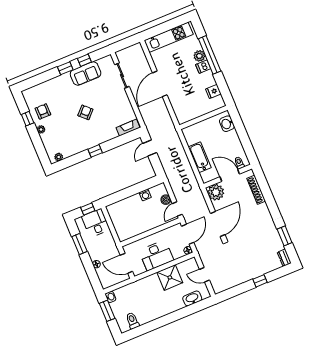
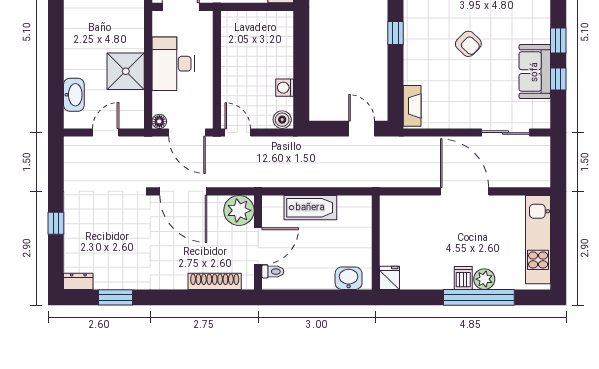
fridge: (213, 91) -> (390, 278), moved
boiler: (166, 200) -> (282, 120), moved

